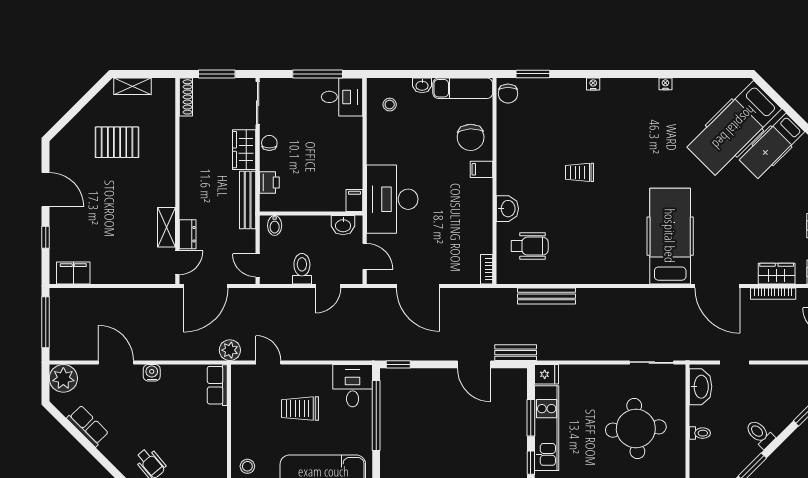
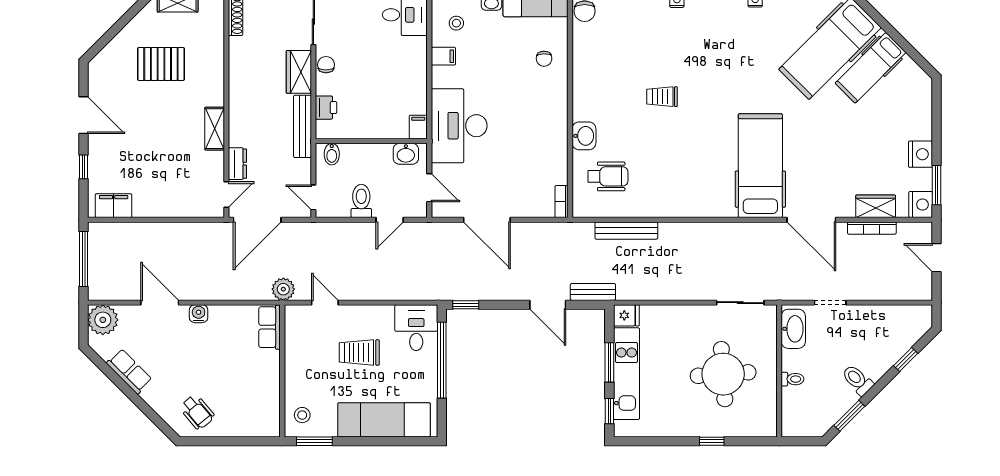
chair: (471, 137) -> (544, 59), width x0.54, depth x0.54
filing cabinet: (482, 169) -> (443, 56), moved, turned 180
shelving: (167, 227) -> (215, 129), moved

